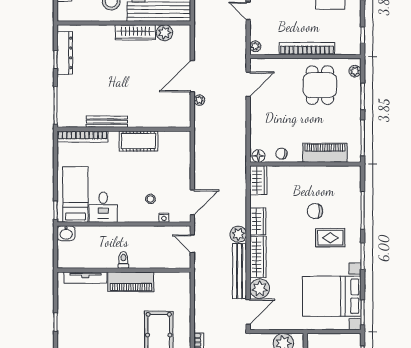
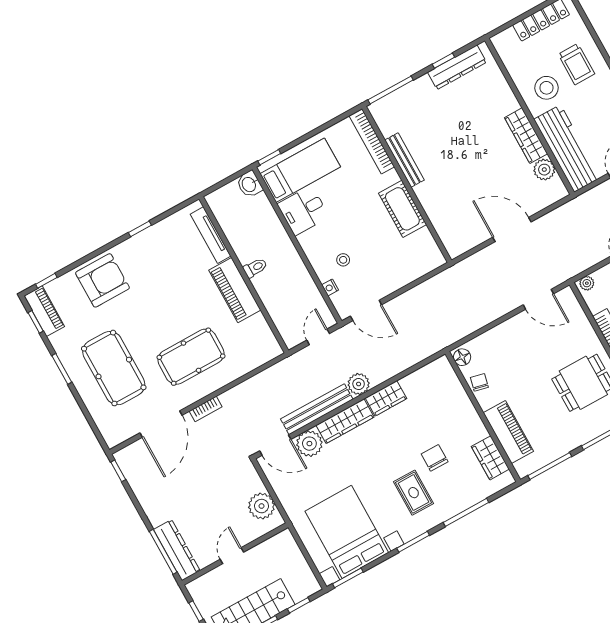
plant: (199, 100) -> (489, 253), removed
wardrobe: (258, 180) -> (490, 458), moved, turned 90

